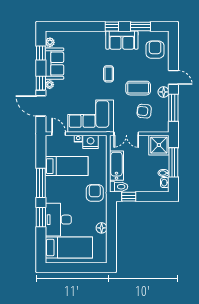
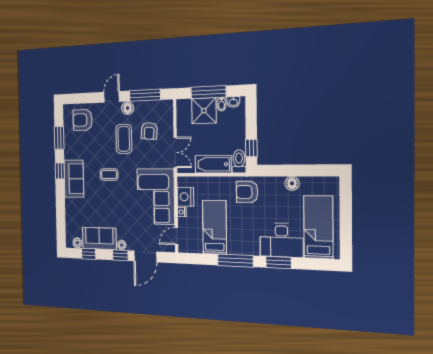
sofa: (122, 40) -> (74, 179), moved
shower: (159, 145) -> (204, 111), moved

